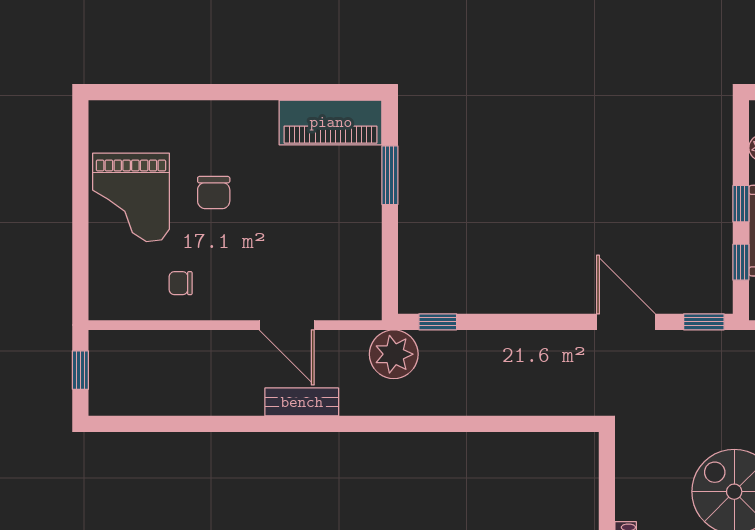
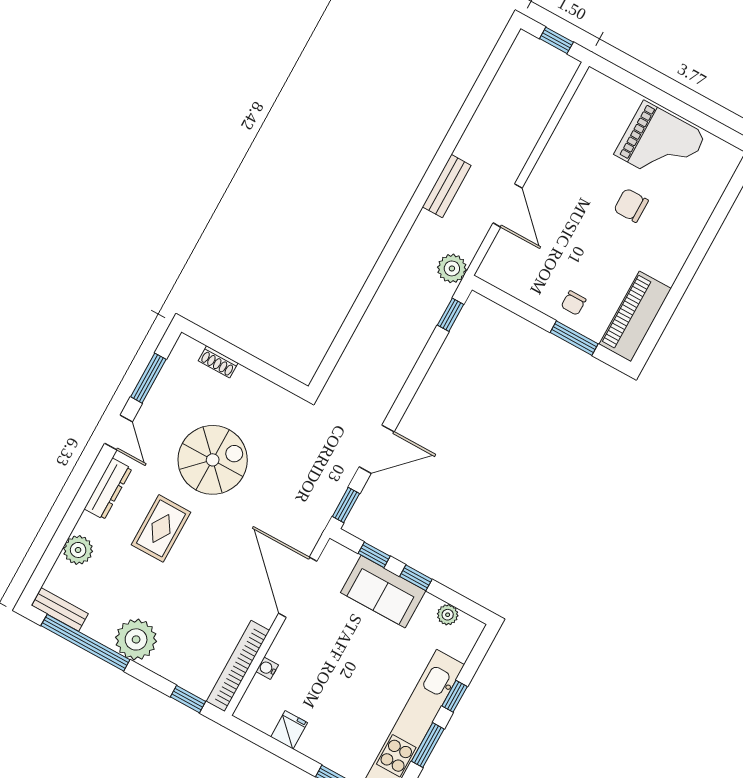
grand piano: (131, 197) -> (660, 144), turned 180
chair: (181, 283) -> (574, 303), moved, turned 180
door: (287, 325) -> (508, 205), swing flipped
plant: (394, 354) -> (452, 268), width x0.73, depth x0.73

